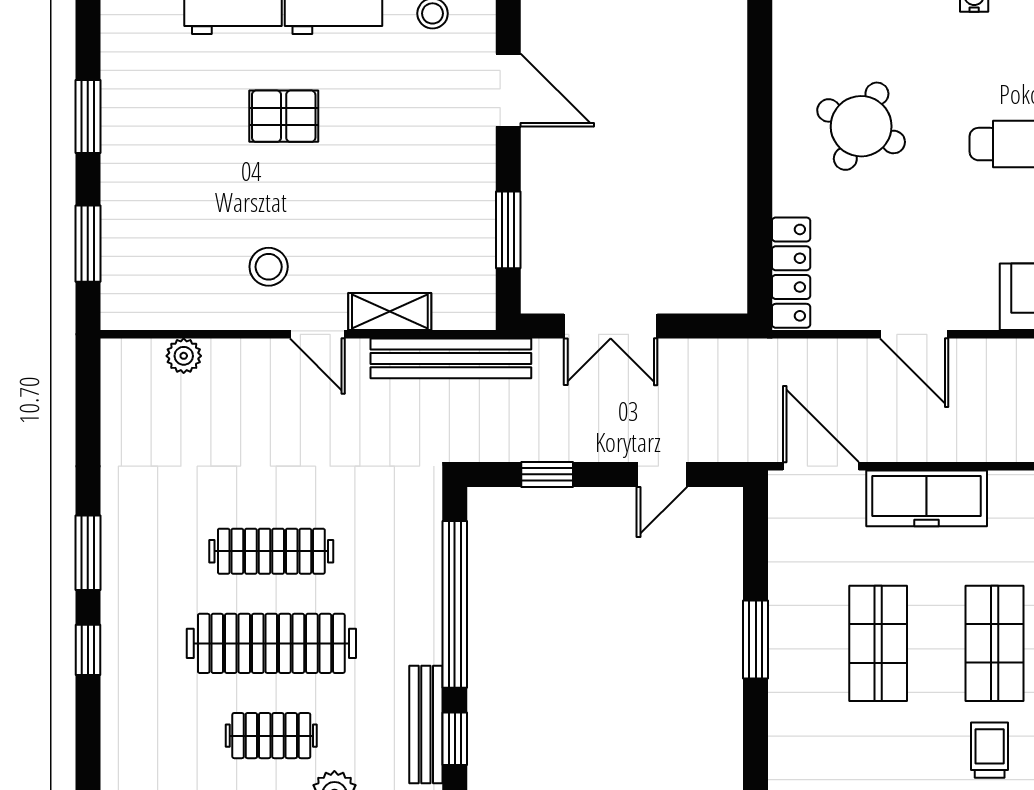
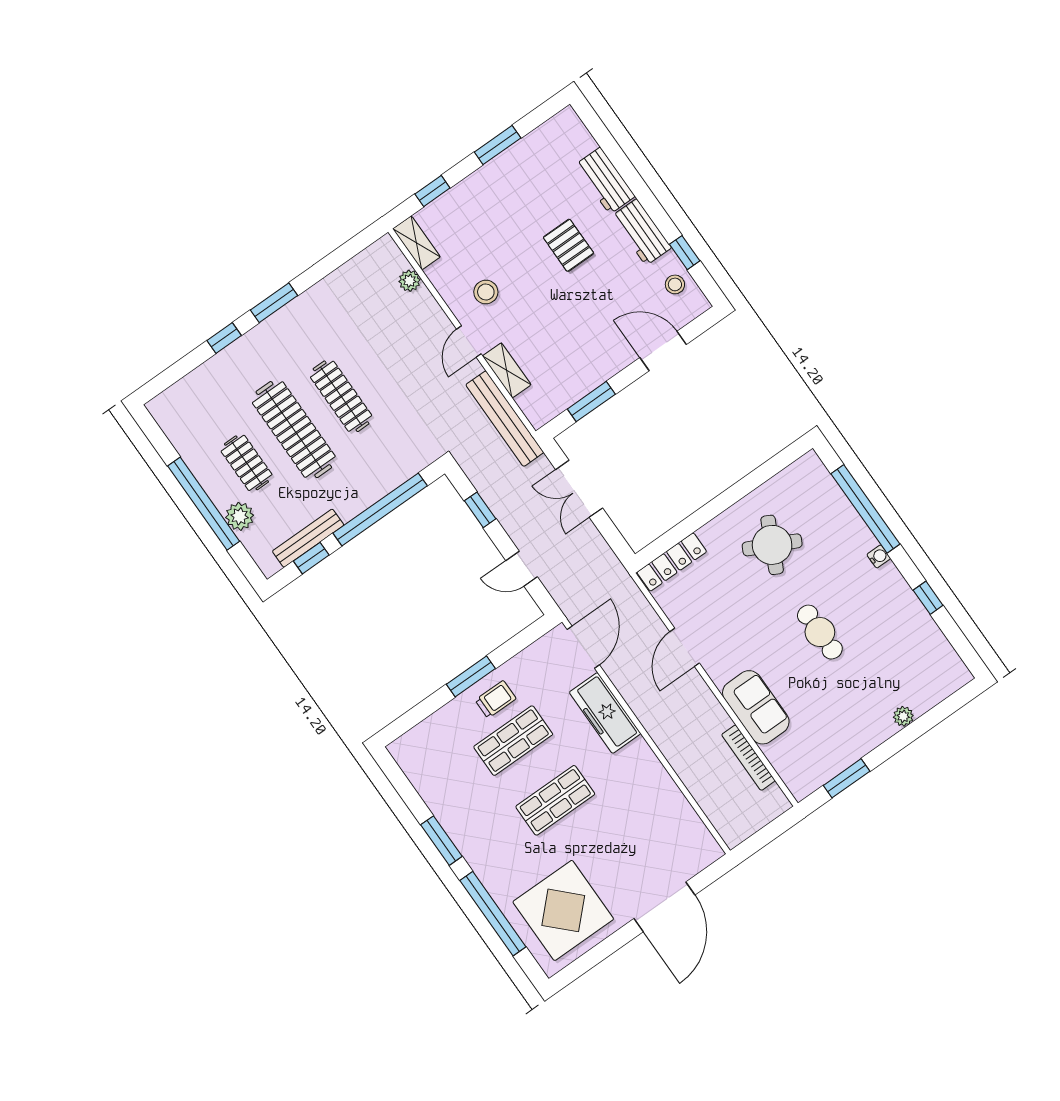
door: (508, 90) -> (663, 351), swing flipped
window: (88, 244) -> (432, 191), width x0.67
shelving: (141, 312) -> (416, 243), added
trolley: (990, 750) -> (496, 699), moved

